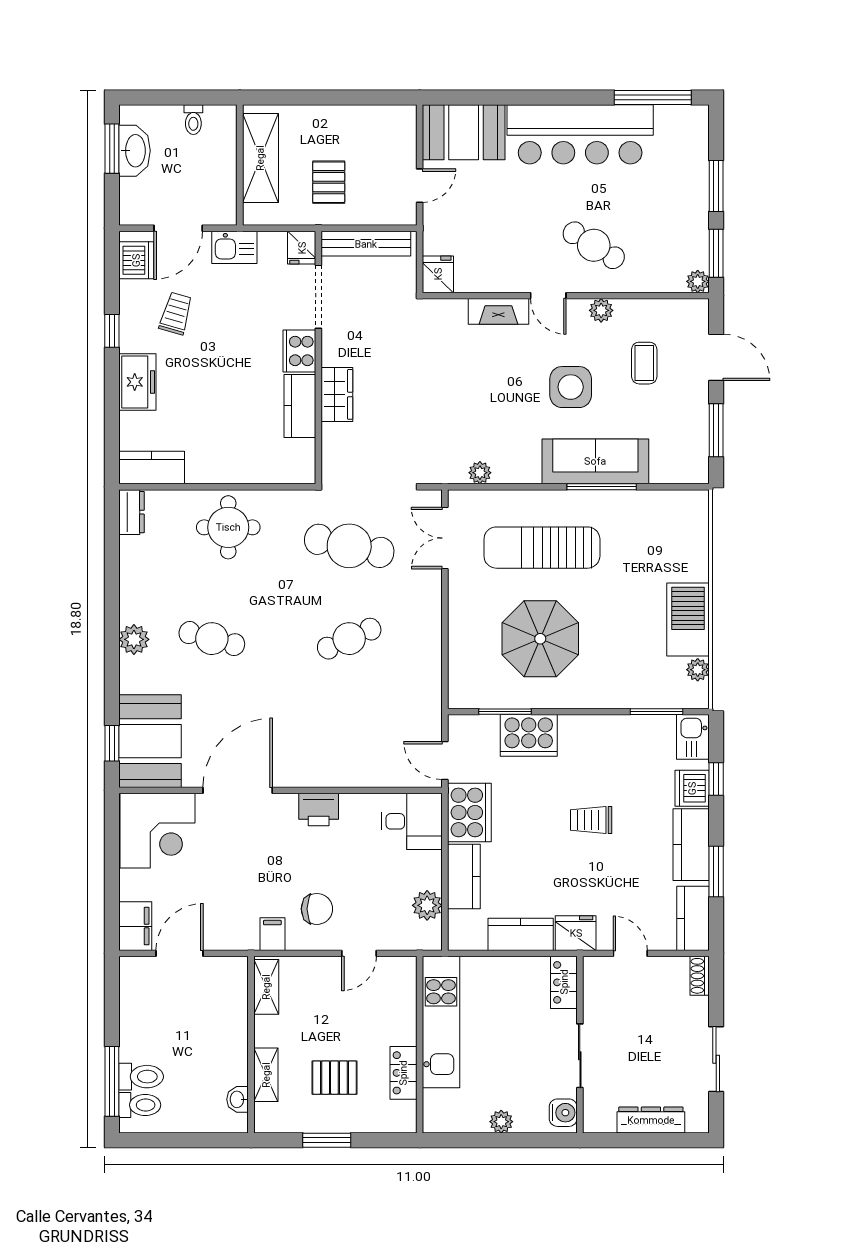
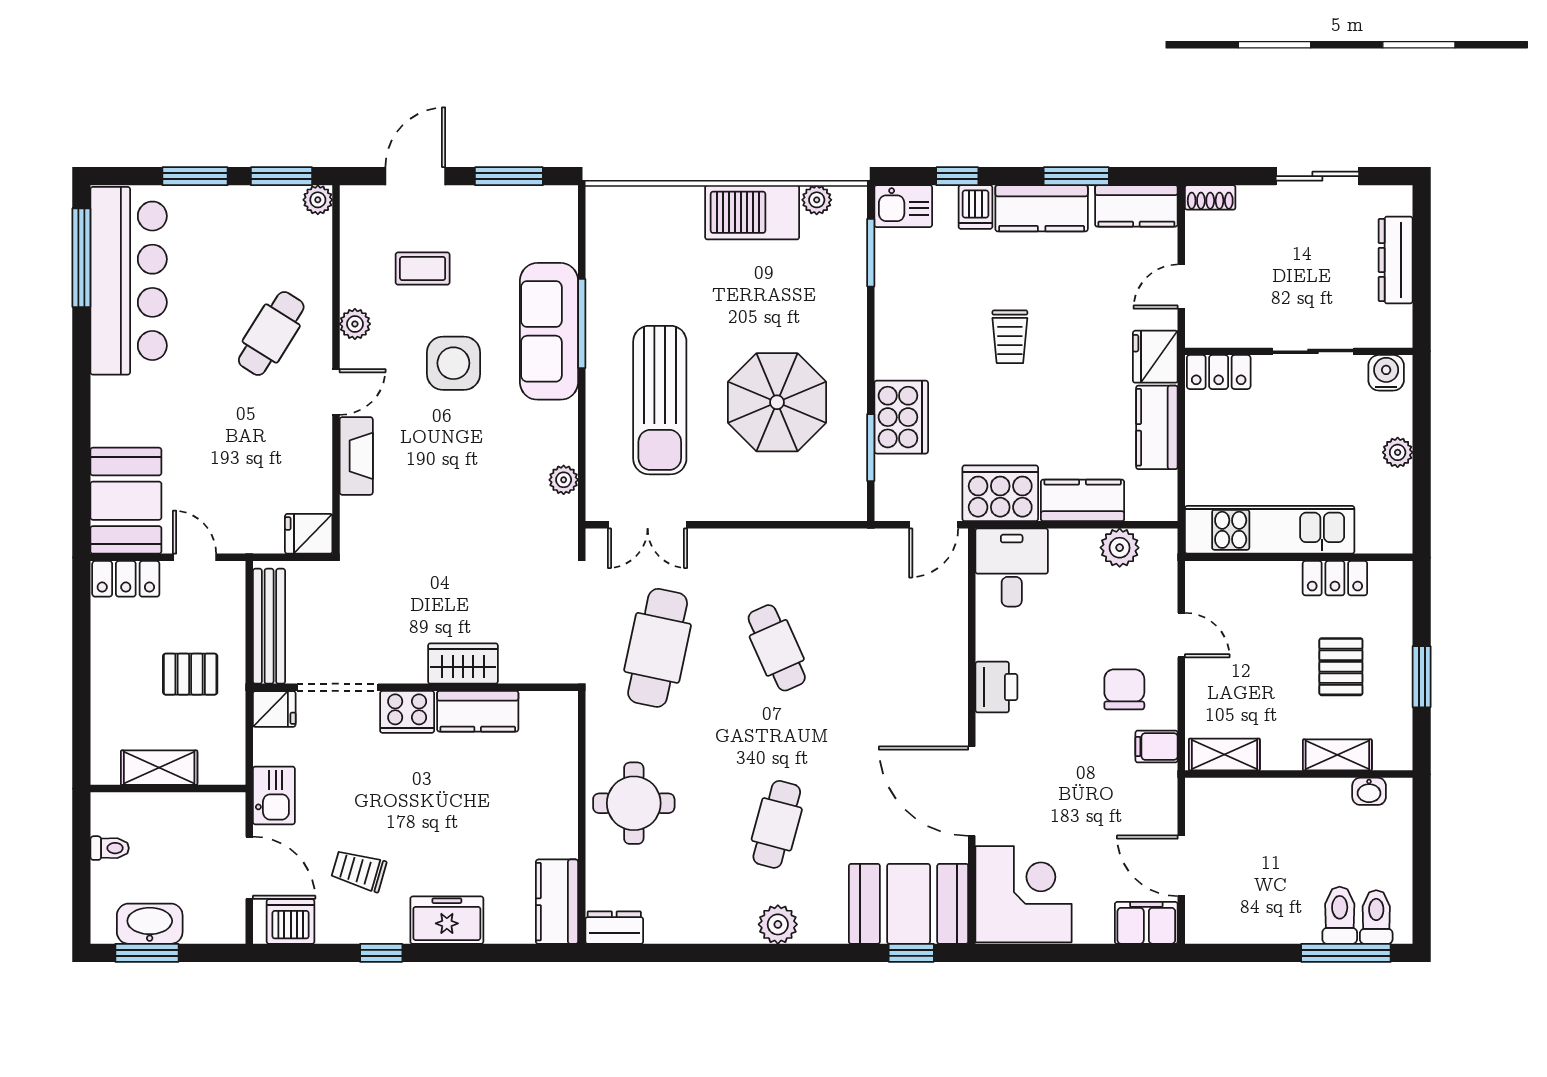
locker: (403, 132) -> (126, 579), added
bar counter: (580, 134) -> (129, 281), moved
shelving: (260, 158) -> (159, 768), width x0.67, depth x0.75
dishwasher: (692, 788) -> (975, 207), width x0.73

